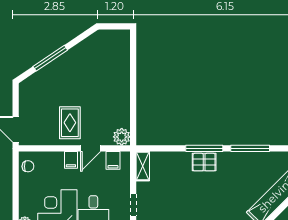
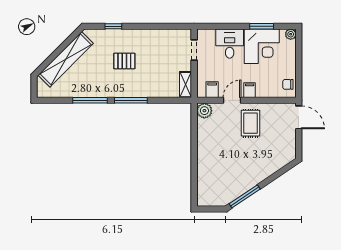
window: (50, 58) -> (245, 196), moved
pallet: (204, 162) -> (124, 61), moved

